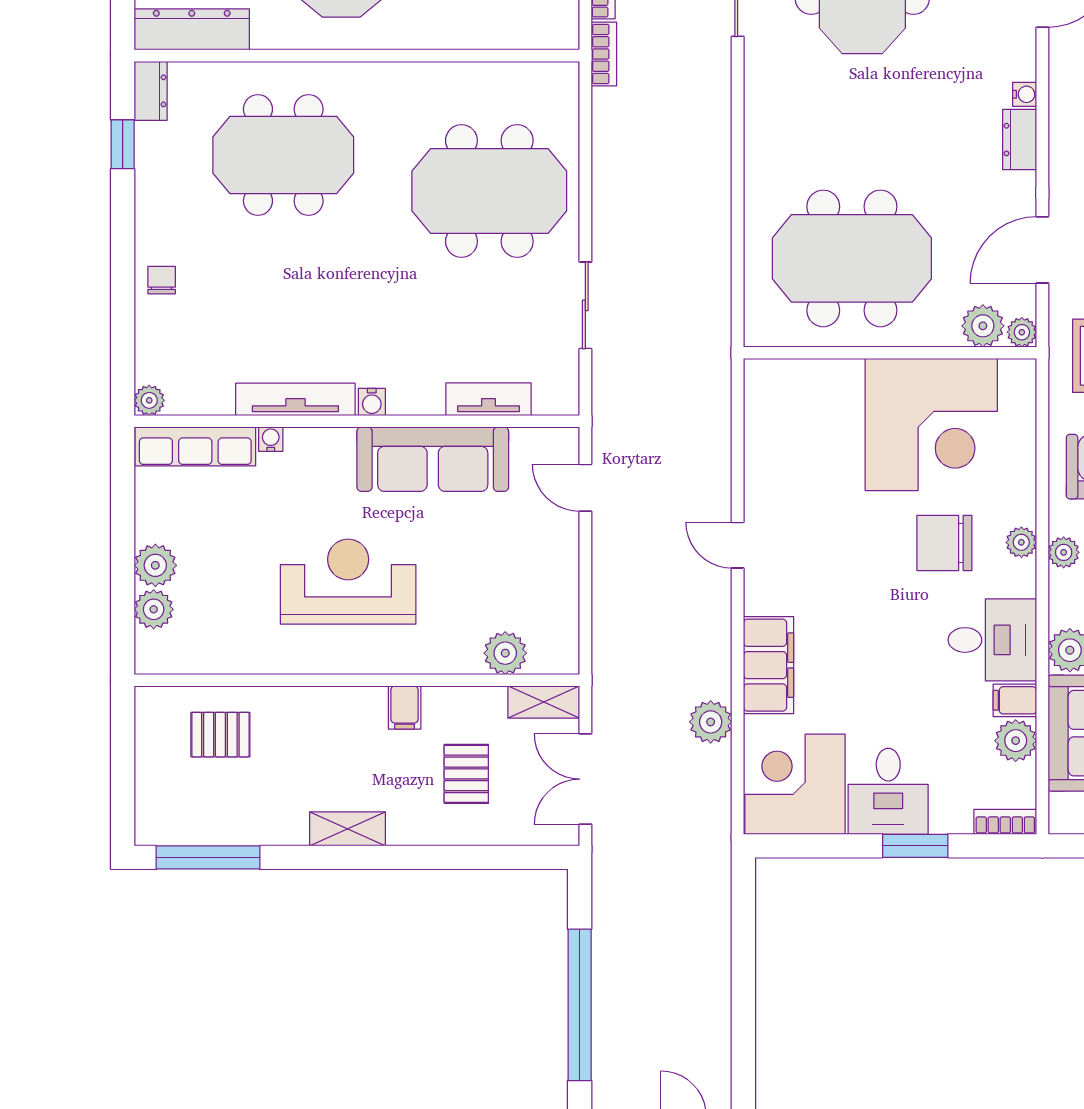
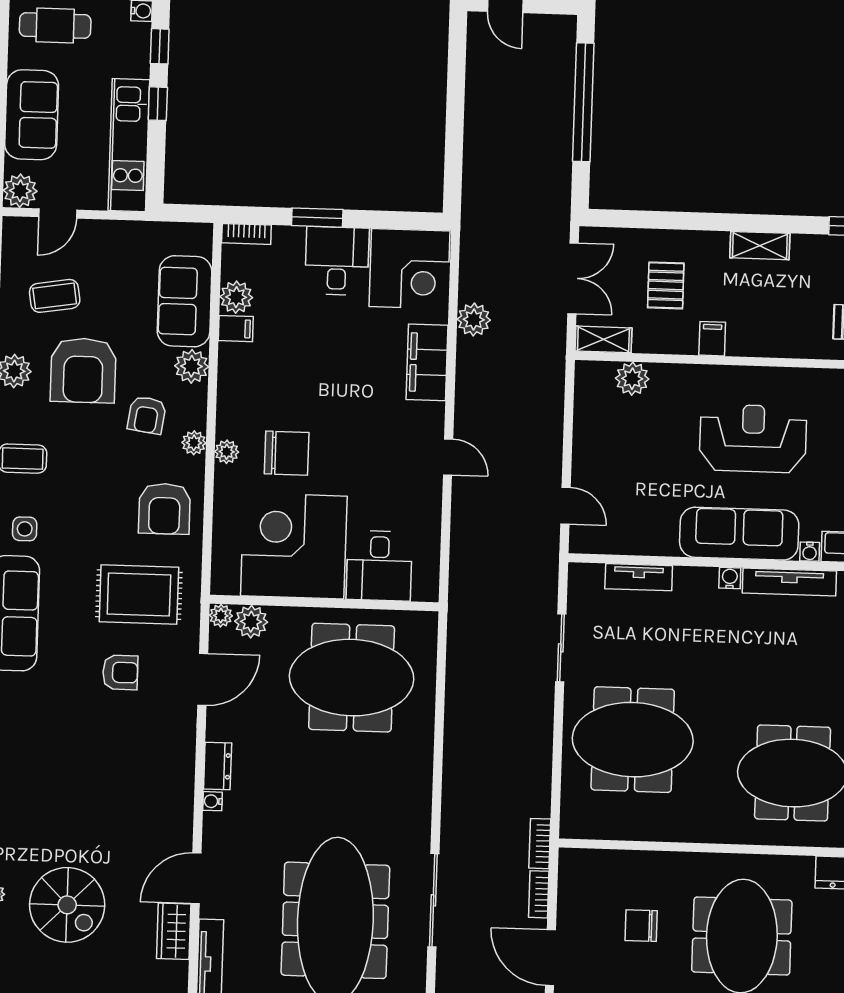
sofa: (433, 459) -> (739, 534), moved
reception desk: (348, 582) -> (753, 438), turned 180
desk: (992, 640) -> (379, 566), moved, turned -90

